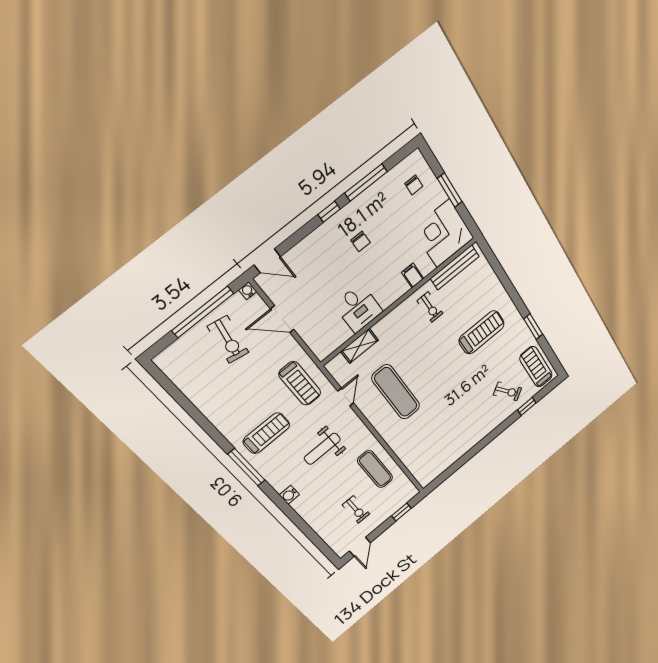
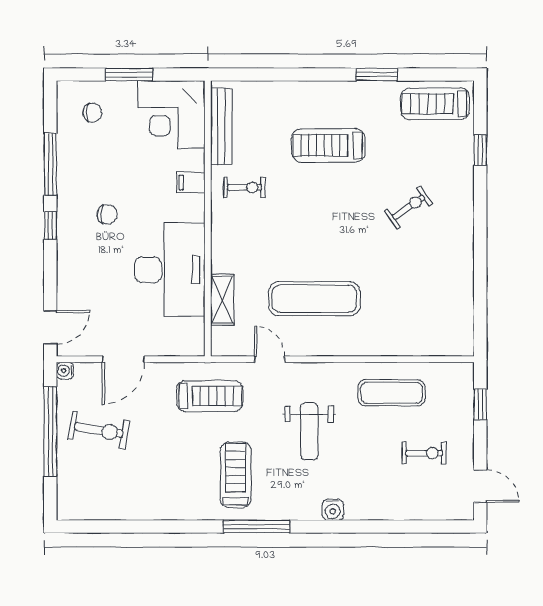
desk: (358, 308) -> (170, 270), width x1.87, depth x1.30
treadmill: (482, 332) -> (328, 145), turned -90
exercise bike: (508, 391) -> (409, 207), moved

